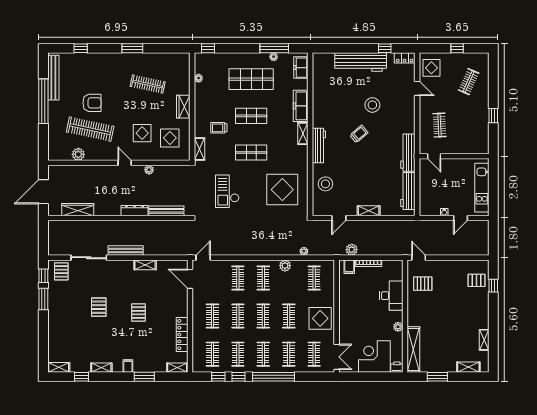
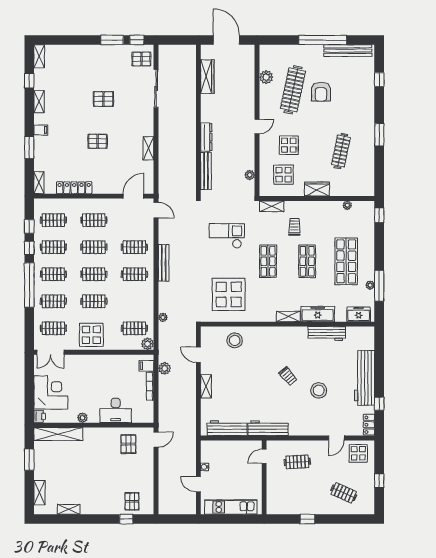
workbench: (319, 146) -> (327, 333), moved
plant: (149, 170) -> (250, 175), moved
bench: (126, 251) -> (164, 263), moved
plant: (285, 266) -> (148, 344), moved

